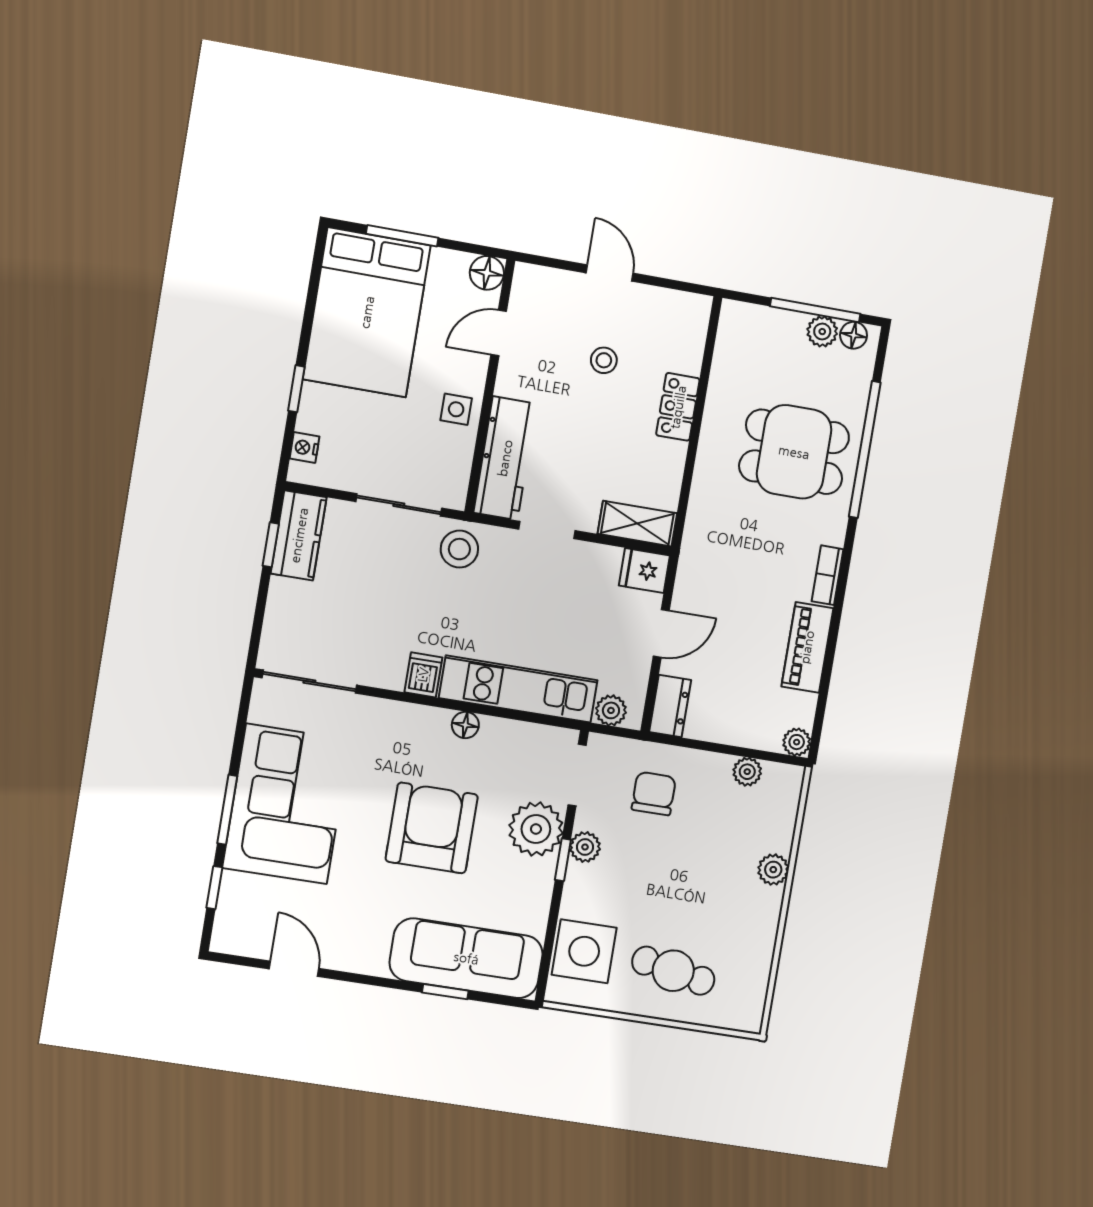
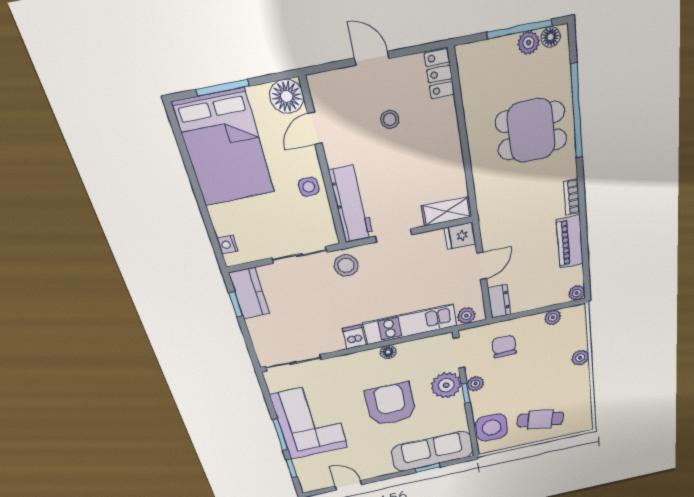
floor lamp: (487, 273) -> (287, 96), width x1.38, depth x1.38
window: (296, 389) -> (205, 213), removed
locker: (678, 407) -> (439, 74), moved

